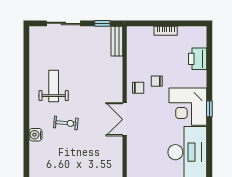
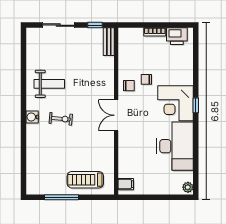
printer: (198, 59) -> (177, 36), moved, turned -90
weight bench: (54, 86) -> (49, 84), turned 90
water cooler: (36, 135) -> (32, 117), moved

